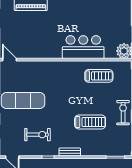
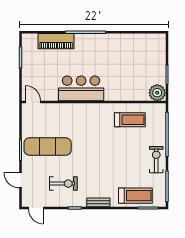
bar counter: (83, 47) -> (81, 88), moved
treadmill: (90, 122) -> (135, 196), moved

